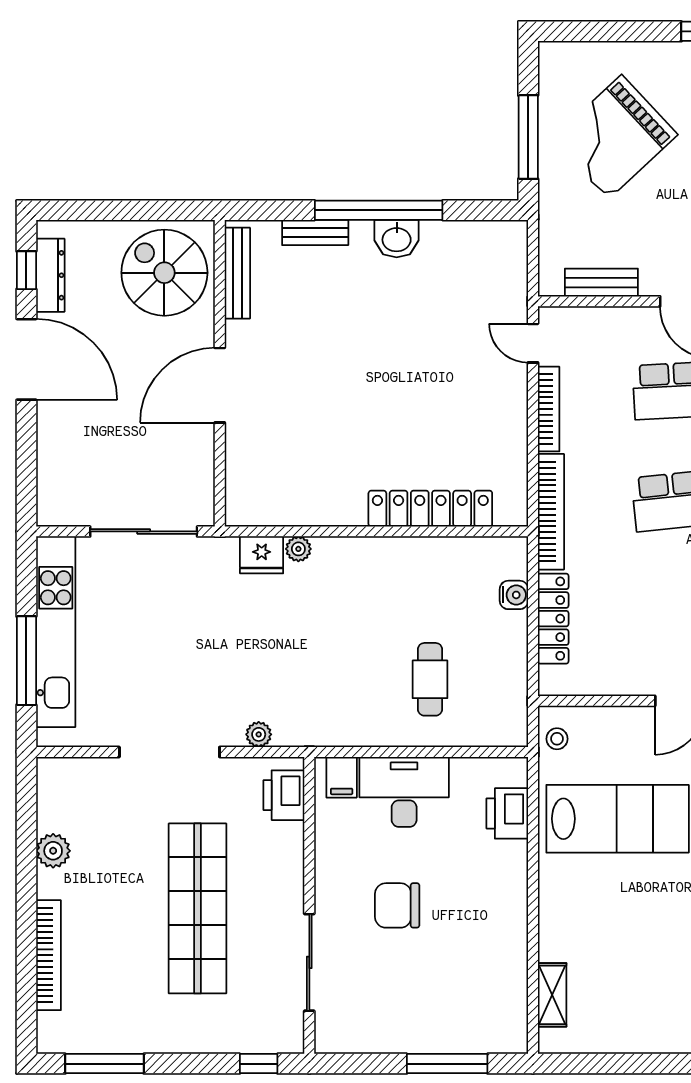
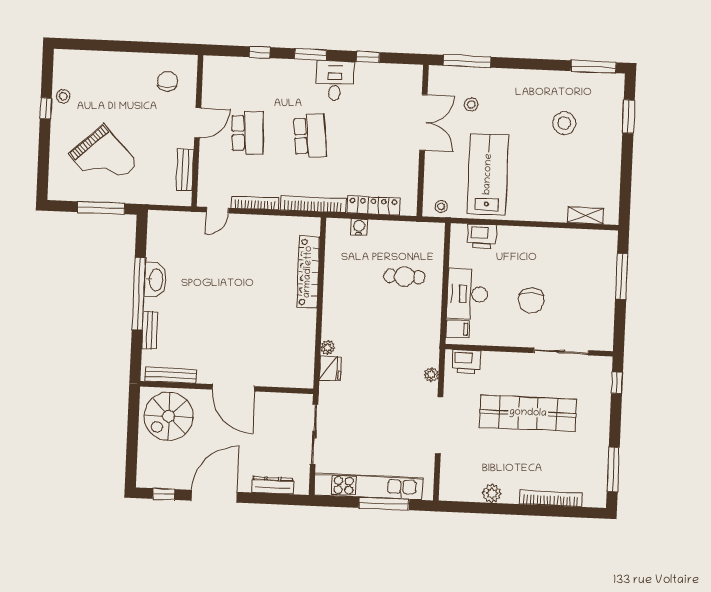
washbasin: (397, 239) -> (155, 280), width x1.38
dresser: (50, 275) -> (273, 485), moved

